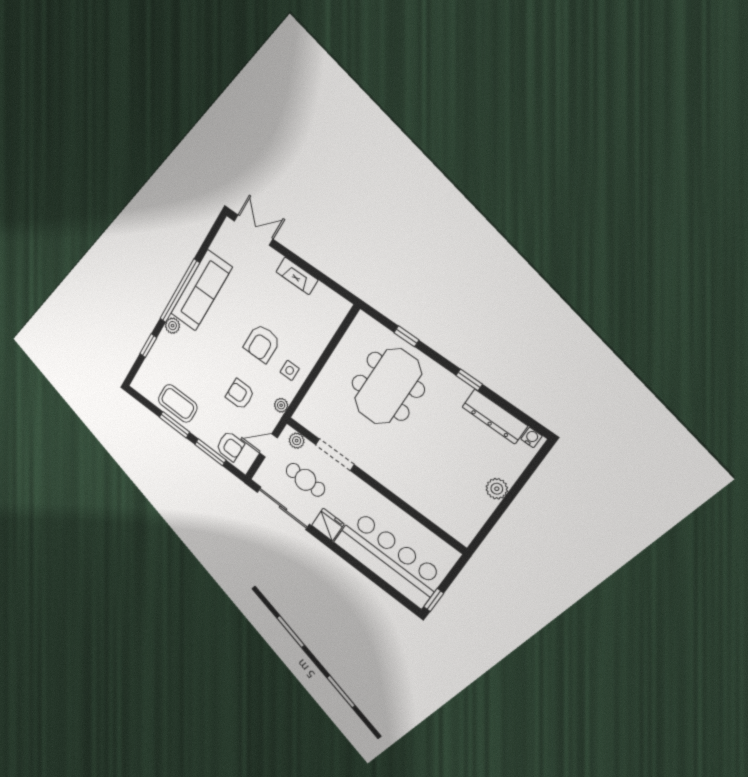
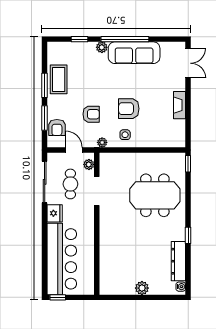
window: (407, 336) -> (188, 164), moved
armchair: (240, 394) -> (91, 114), turned 90

